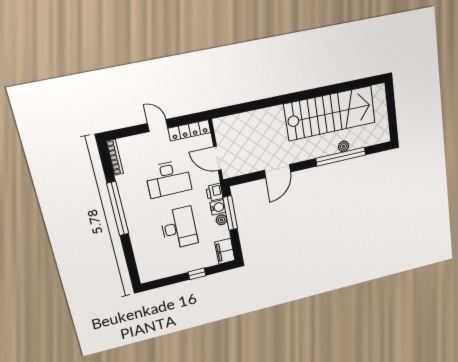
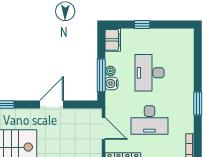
desk: (168, 179) -> (150, 120), turned 180
printer: (214, 192) -> (112, 98), removed
window: (118, 209) -> (198, 103), width x0.47

